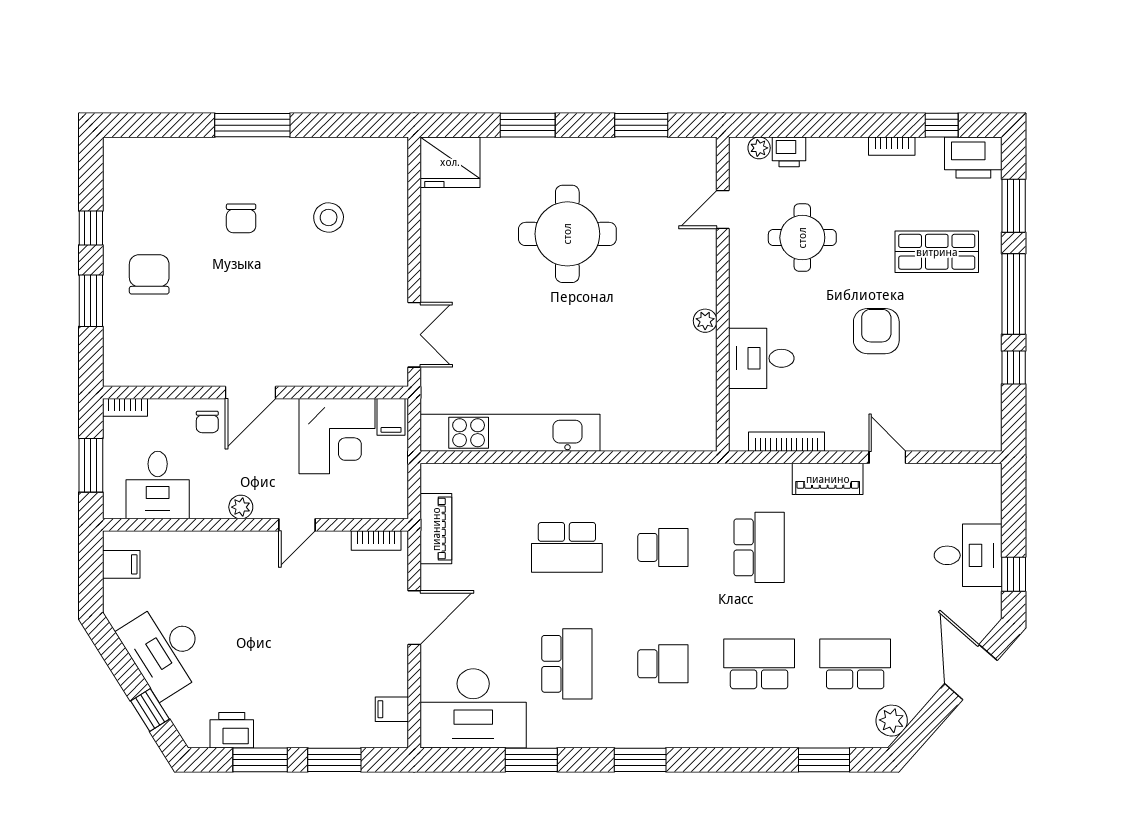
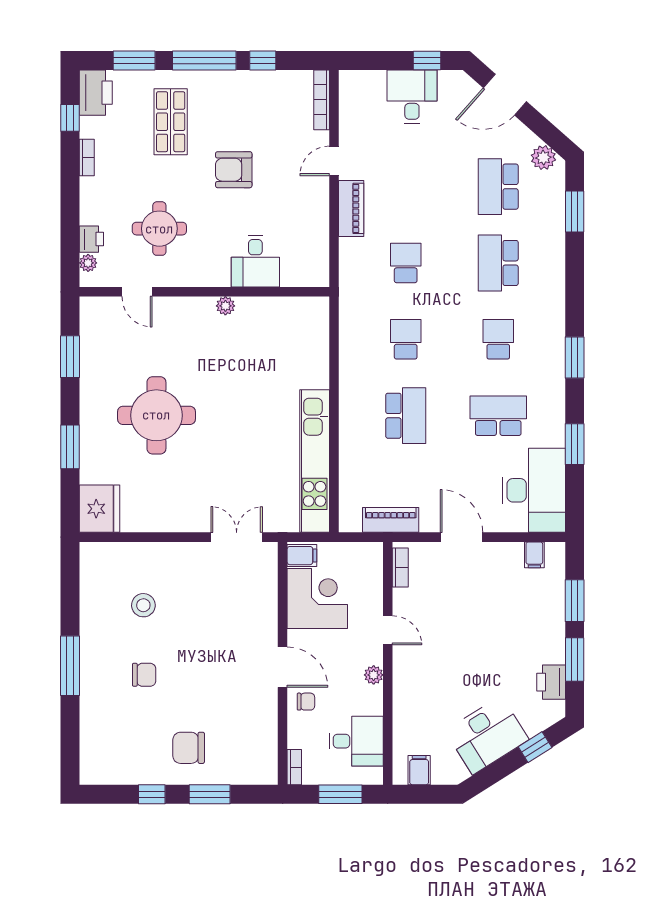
bookcase: (787, 442) -> (322, 100), moved
school desk: (759, 547) -> (406, 263), width x0.54

